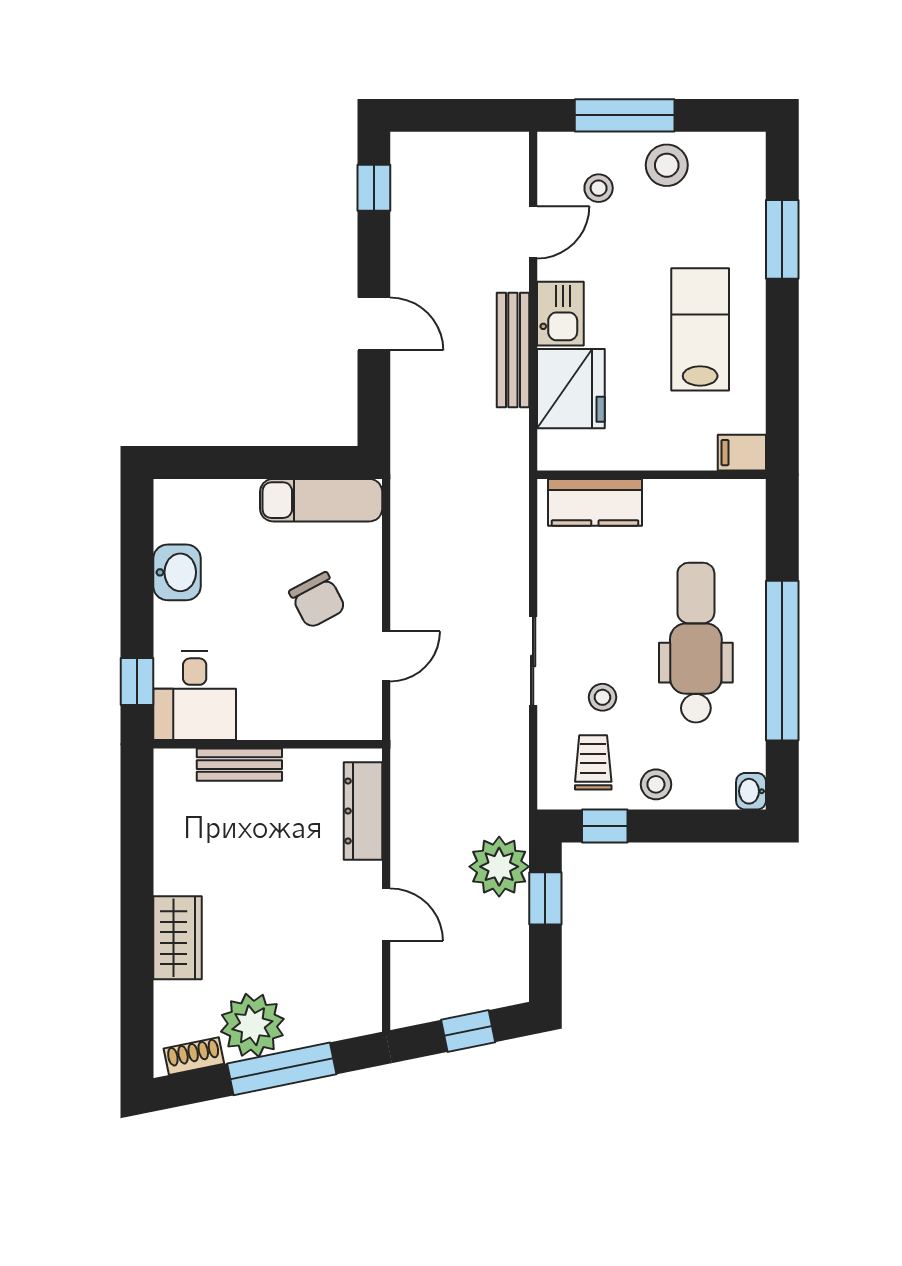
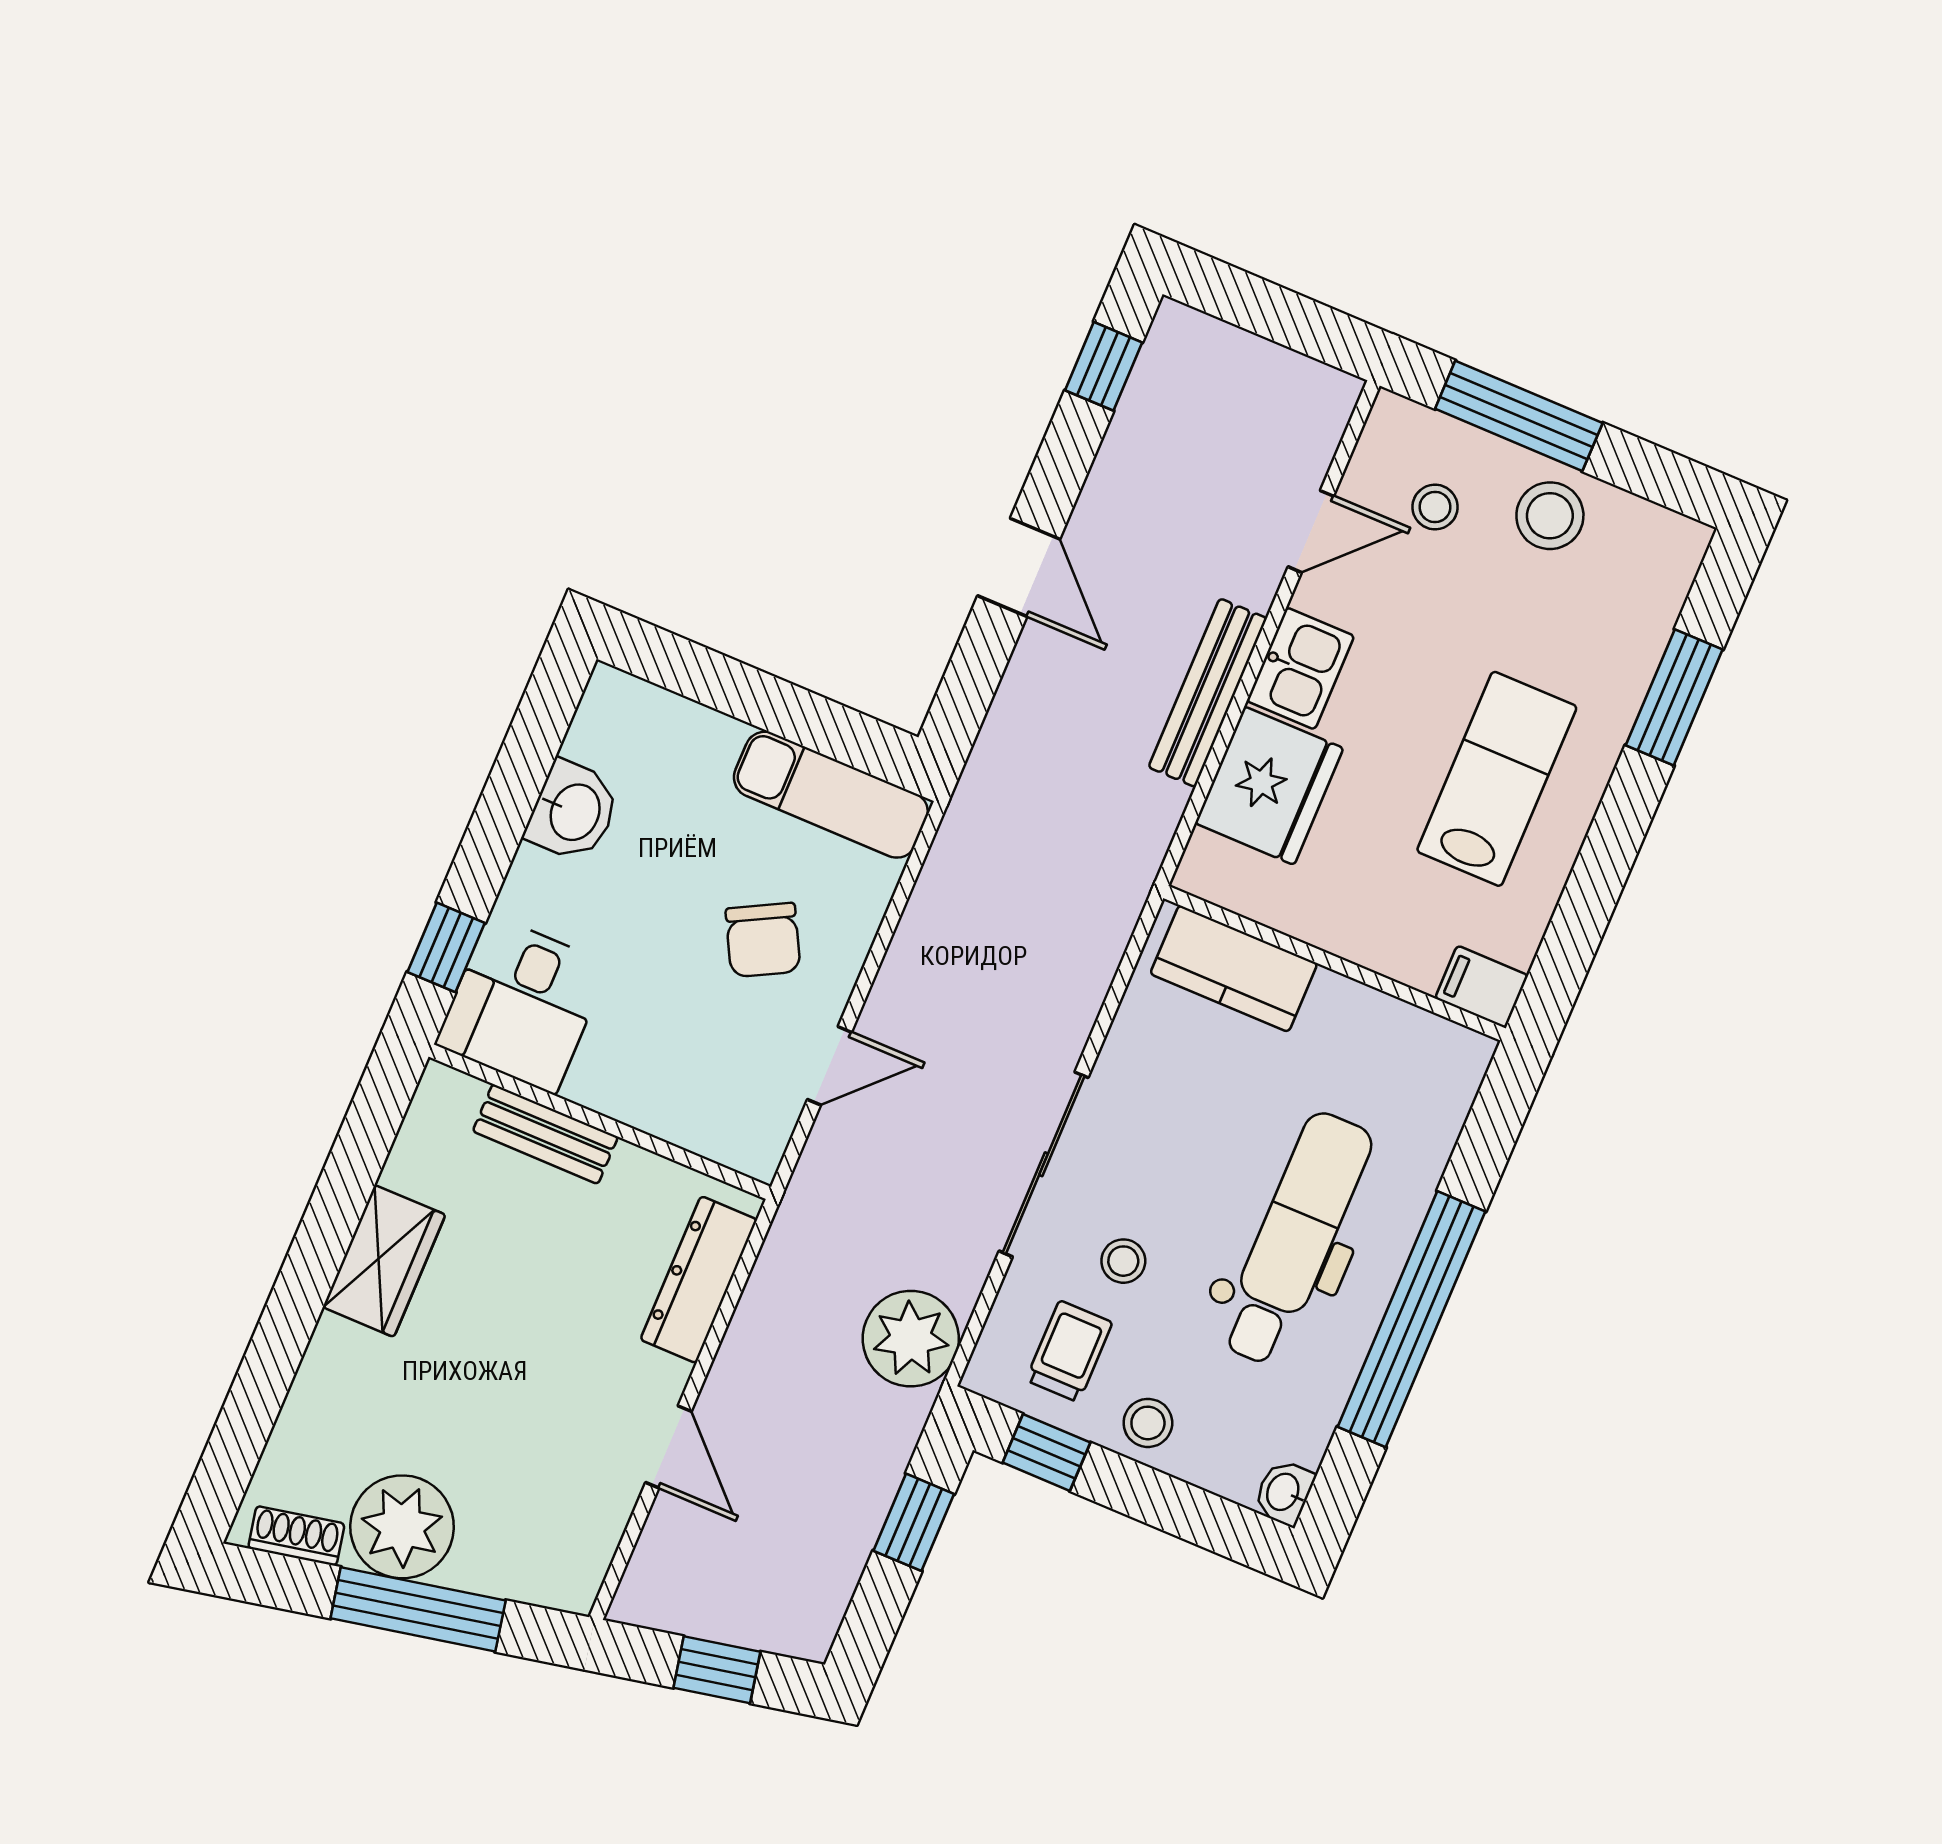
sliding door: (533, 661) -> (1044, 1164), width x1.37
plant: (499, 867) -> (911, 1339), moved
wardrobe: (177, 938) -> (384, 1261), moved

